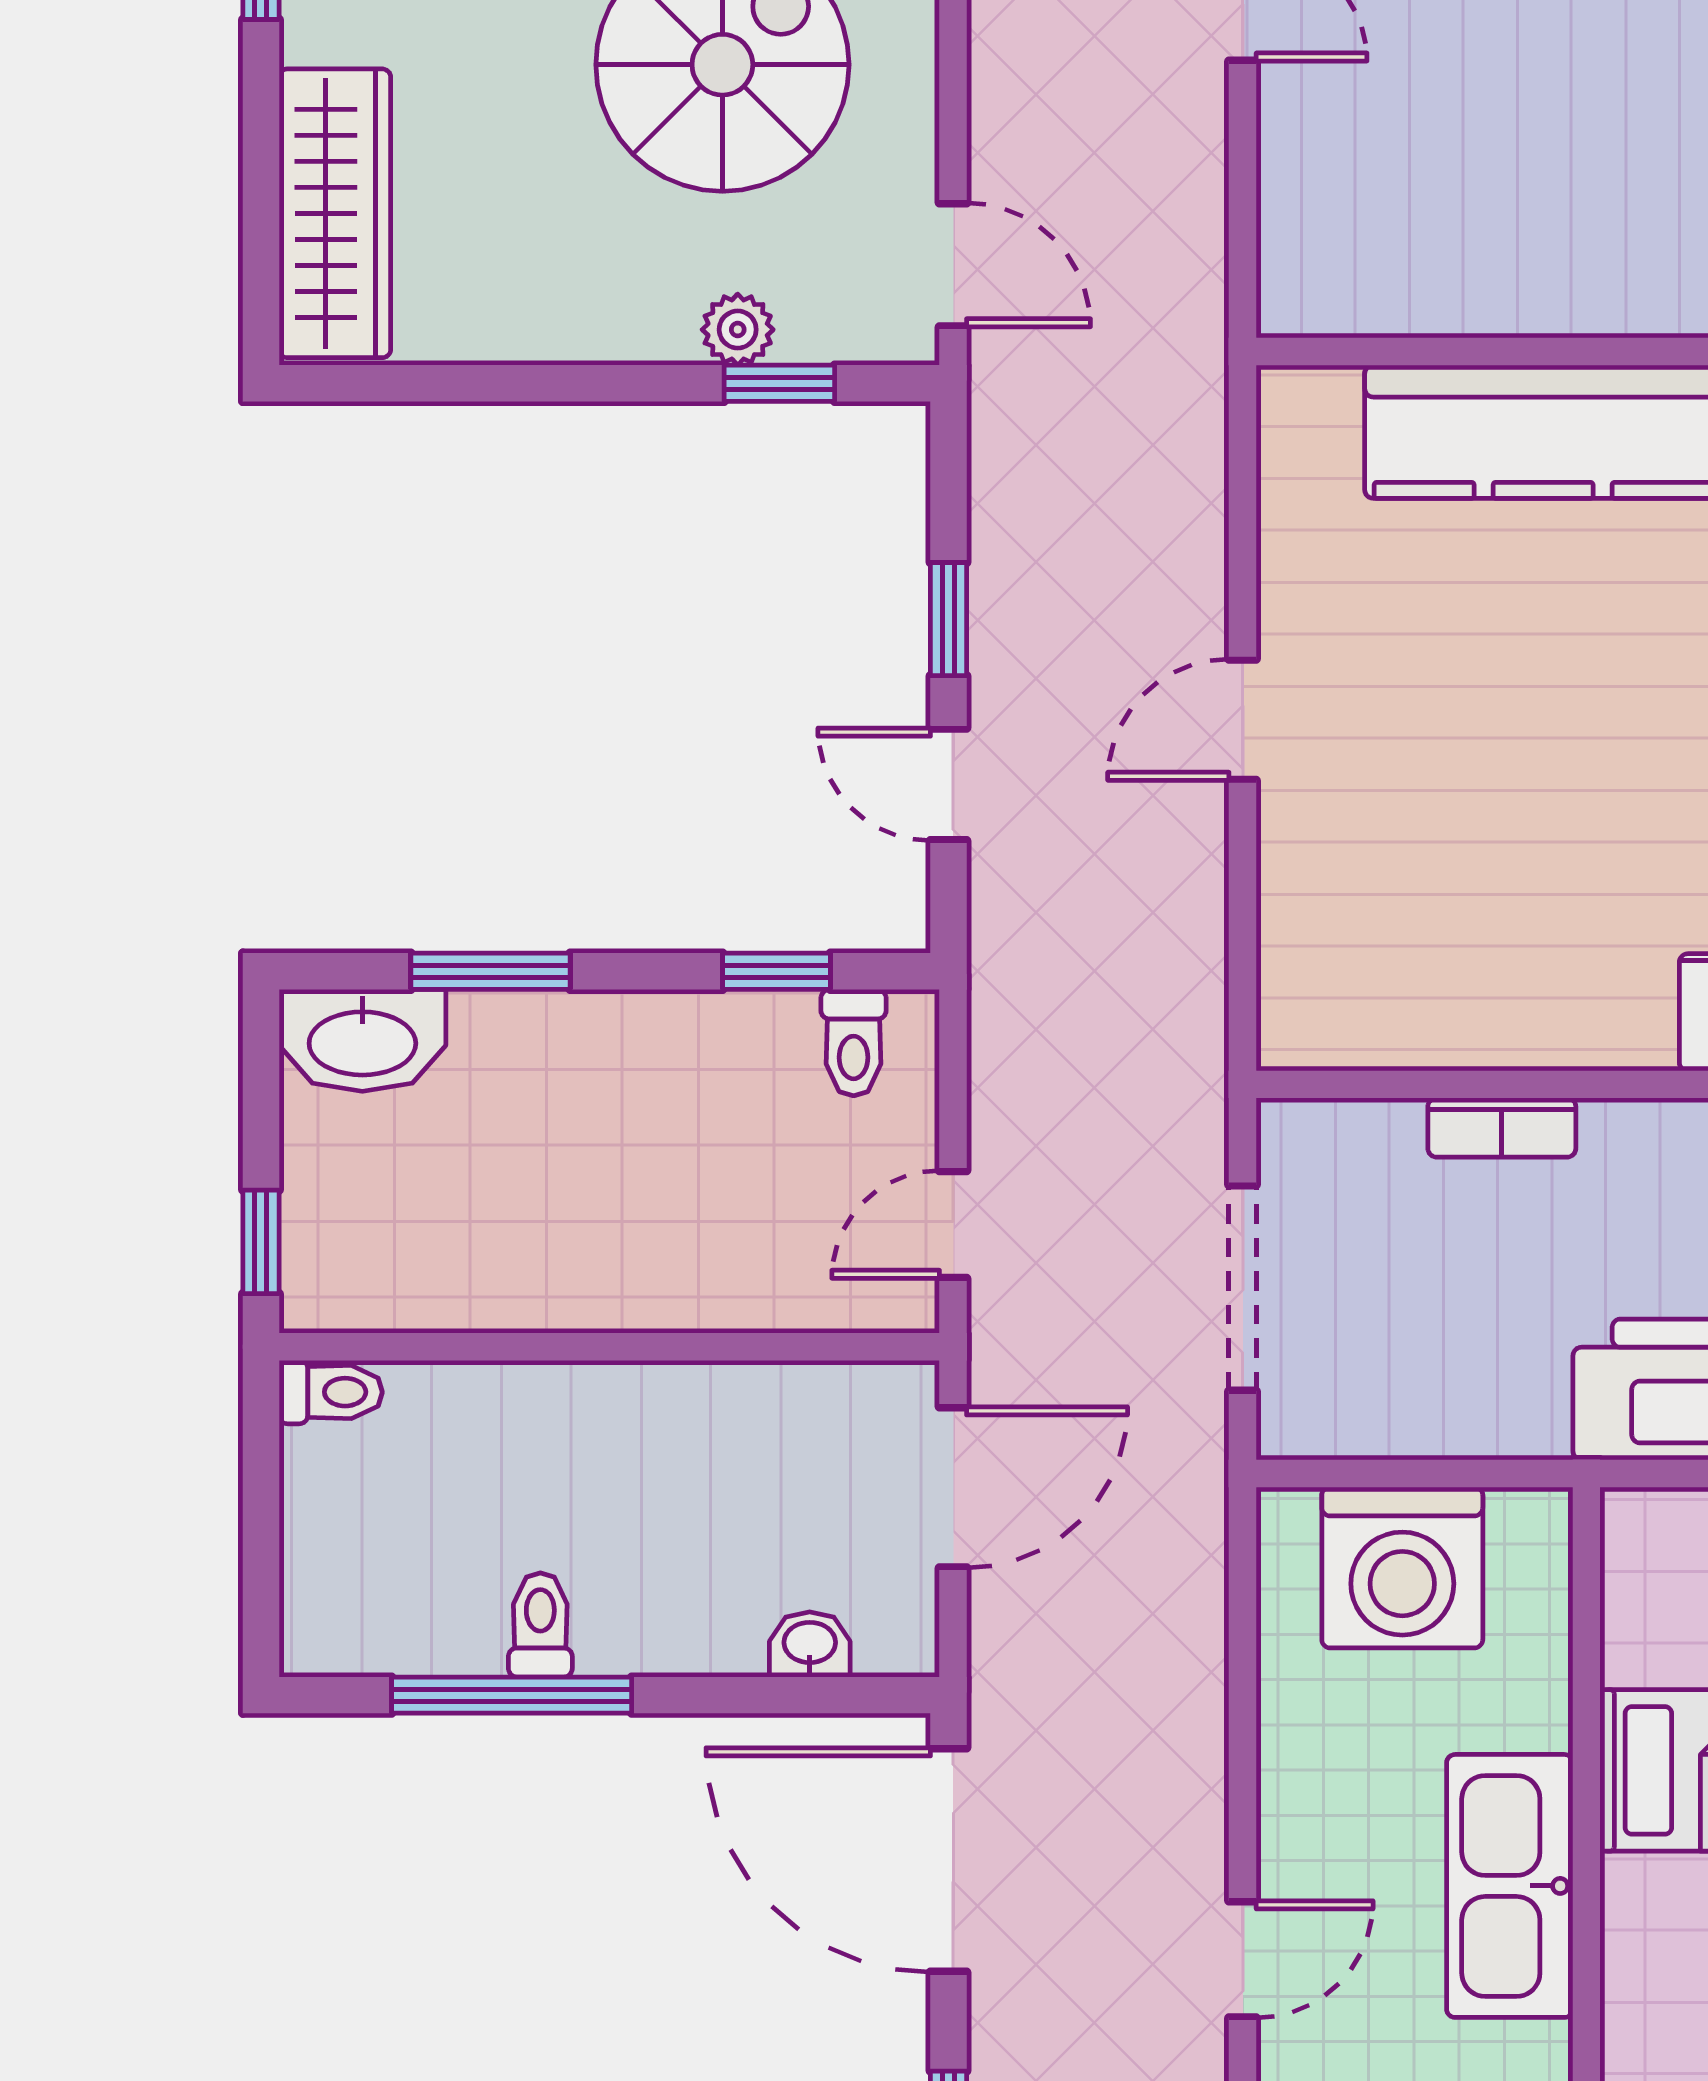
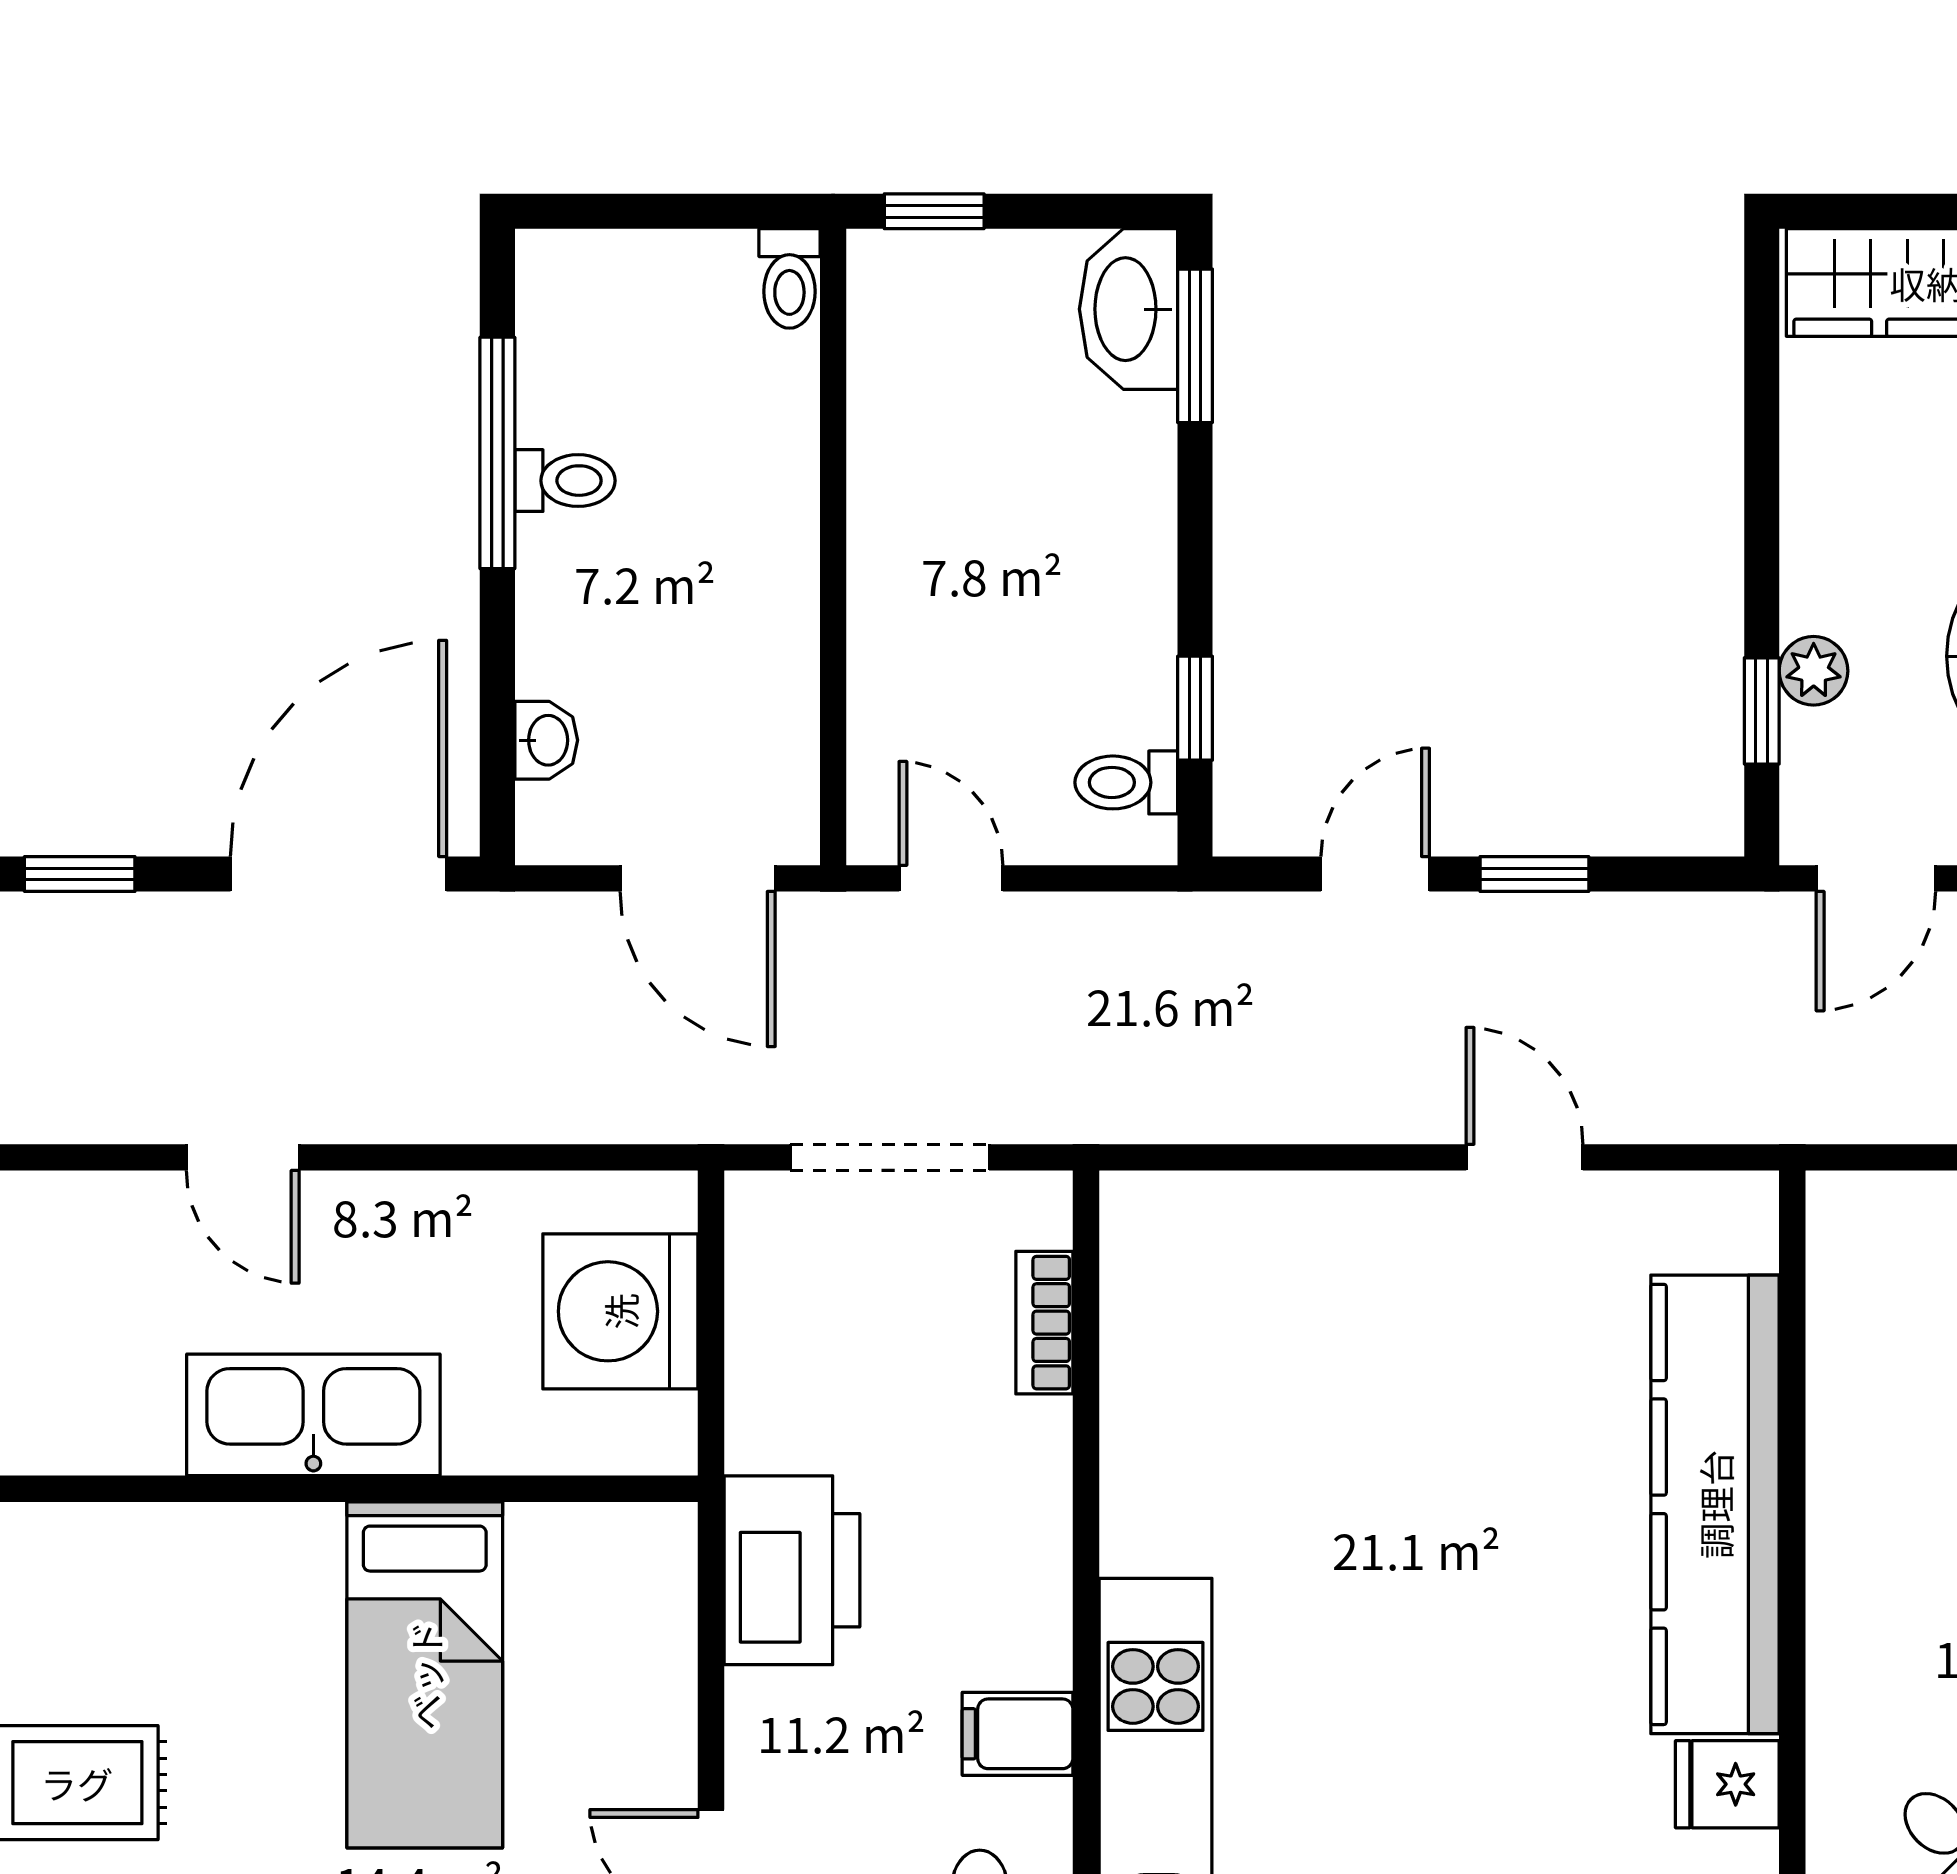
door: (1243, 720) -> (1525, 1157), moved
window: (491, 971) -> (1195, 346), moved
bookcase: (1502, 1128) -> (1044, 1323), moved

